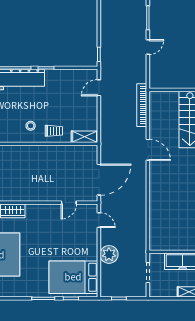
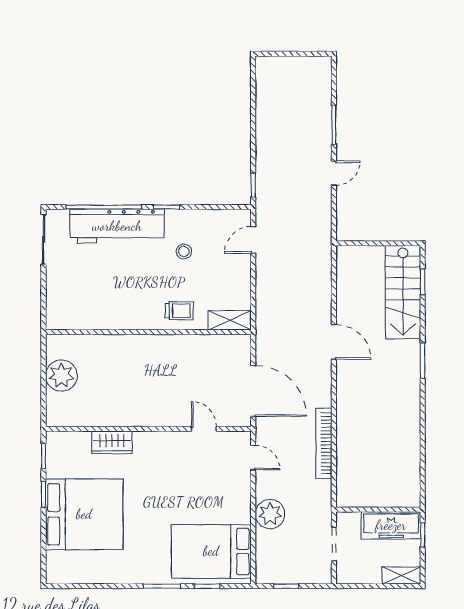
bookcase: (142, 105) -> (324, 443), moved
stool: (31, 126) -> (184, 251), moved
door: (99, 180) -> (253, 391), hinge flipped
door: (69, 203) -> (204, 429), swing flipped

